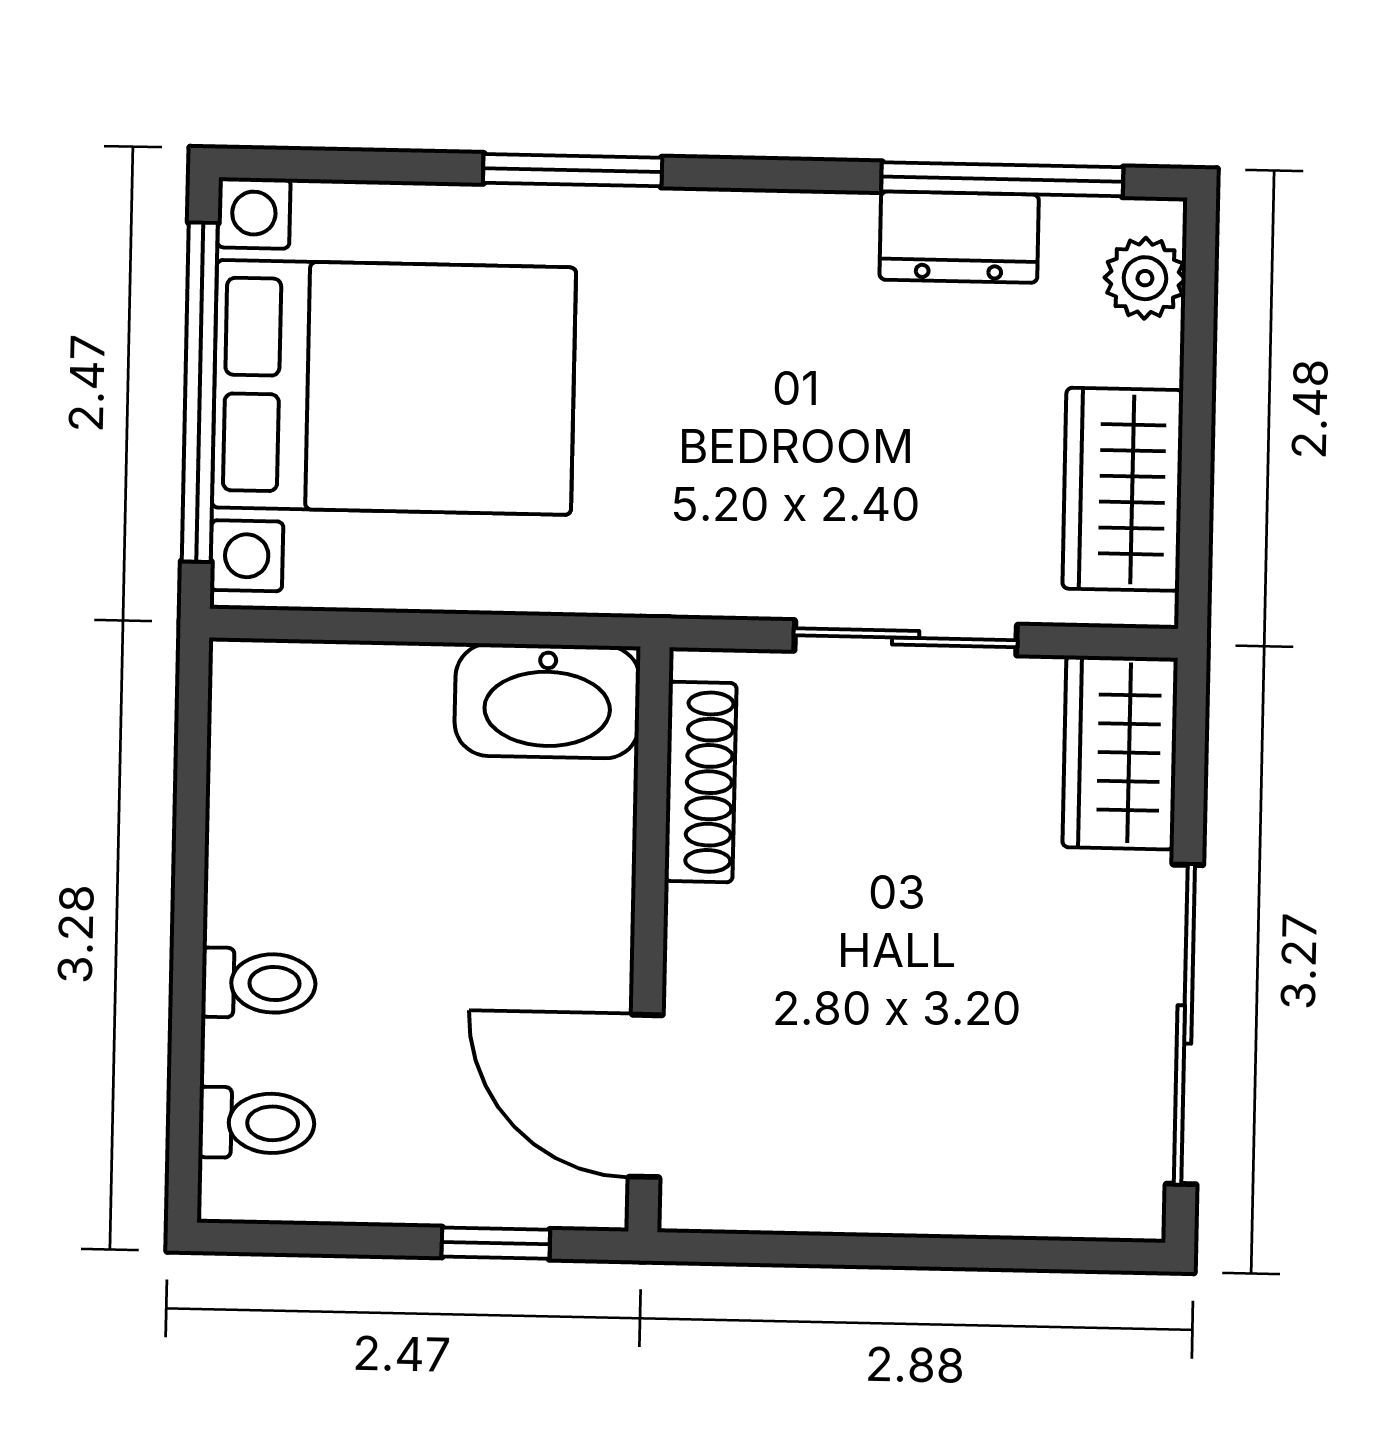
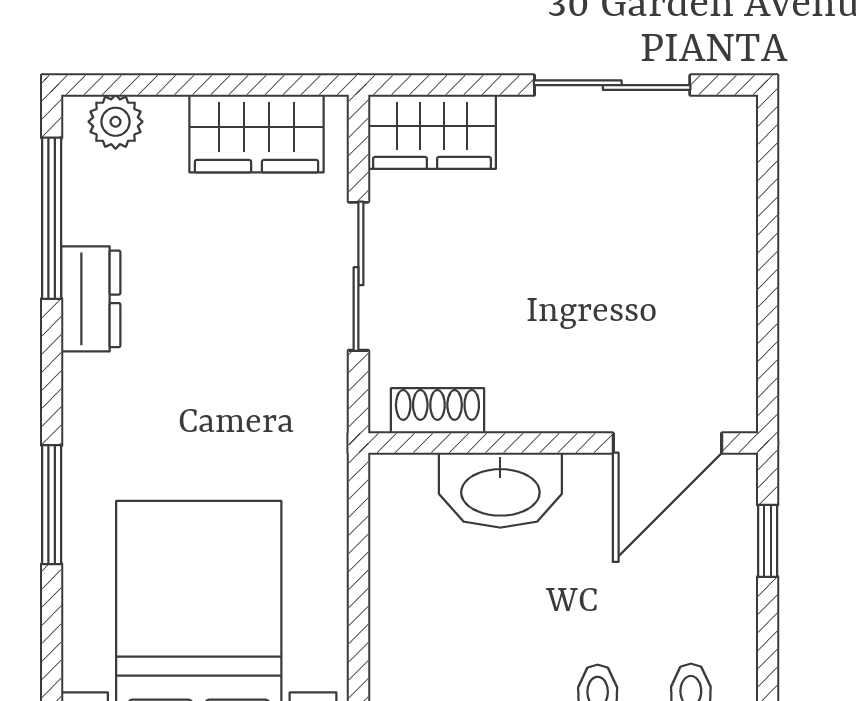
dresser: (959, 237) -> (91, 299), moved
washbasin: (547, 701) -> (500, 490), moved, turned 90
shoe rack: (701, 782) -> (437, 411), width x0.70
sliding door: (1184, 1024) -> (612, 85), width x0.73

